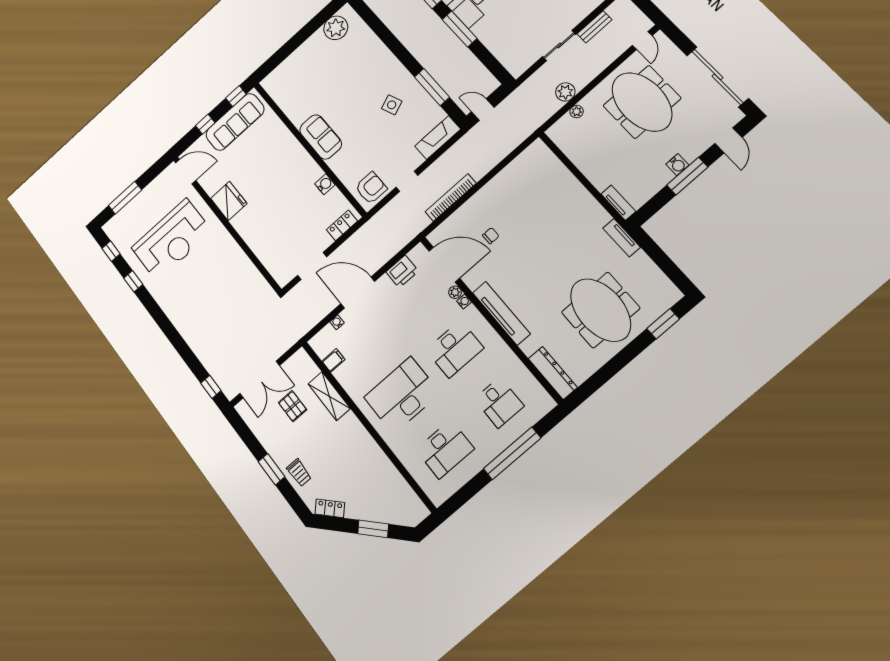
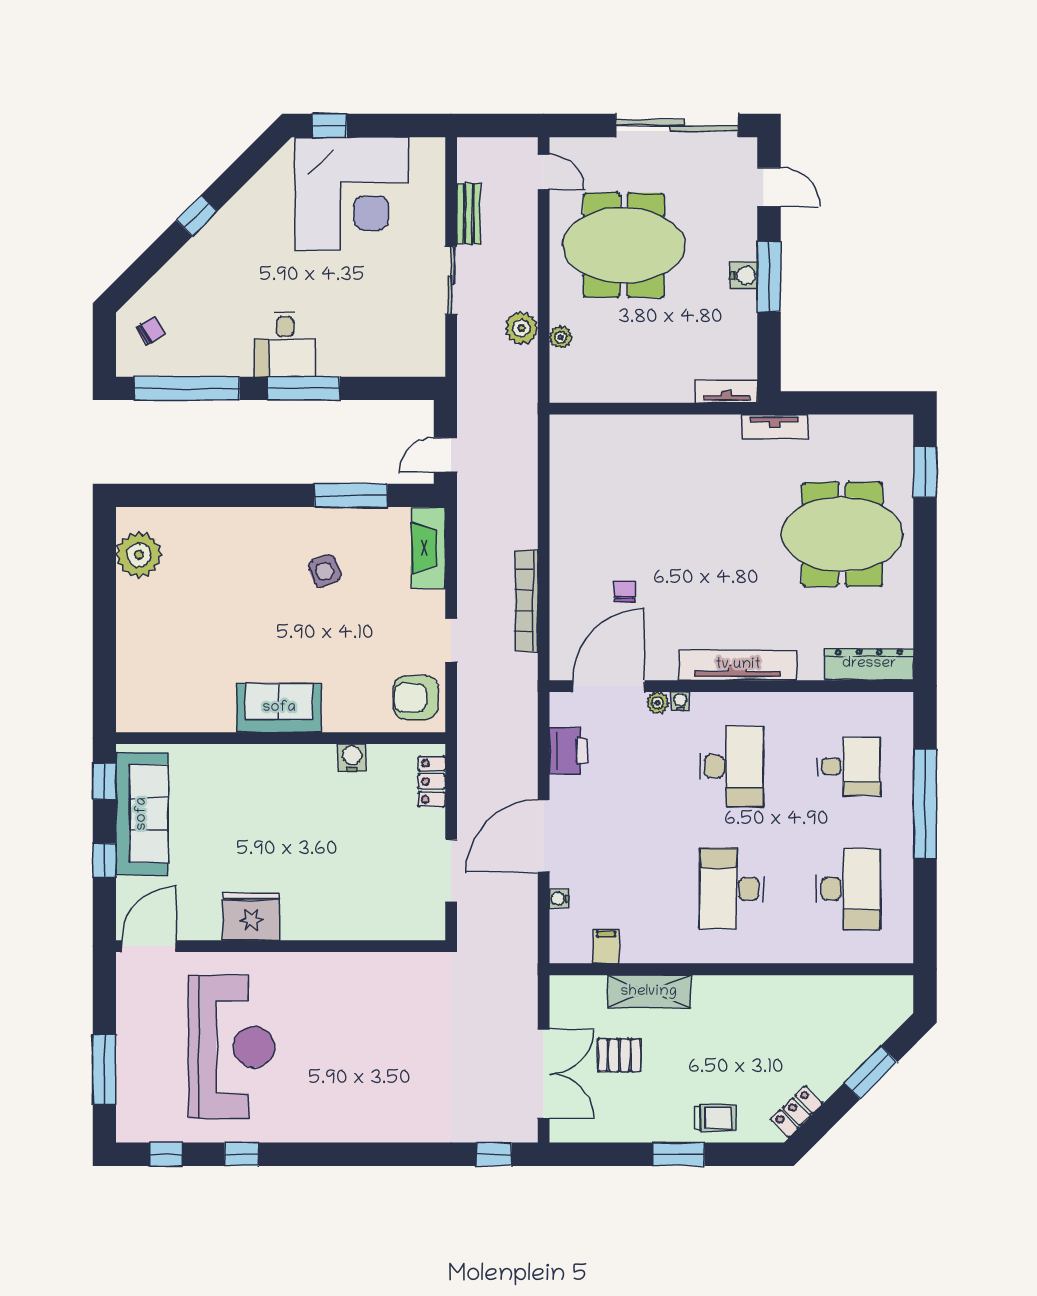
armchair: (371, 188) -> (416, 698), turned -90
desk: (402, 395) -> (731, 889), width x0.73, depth x0.77

